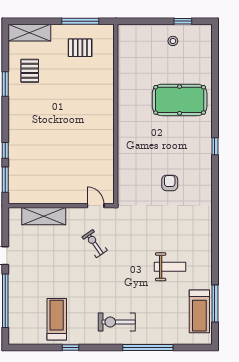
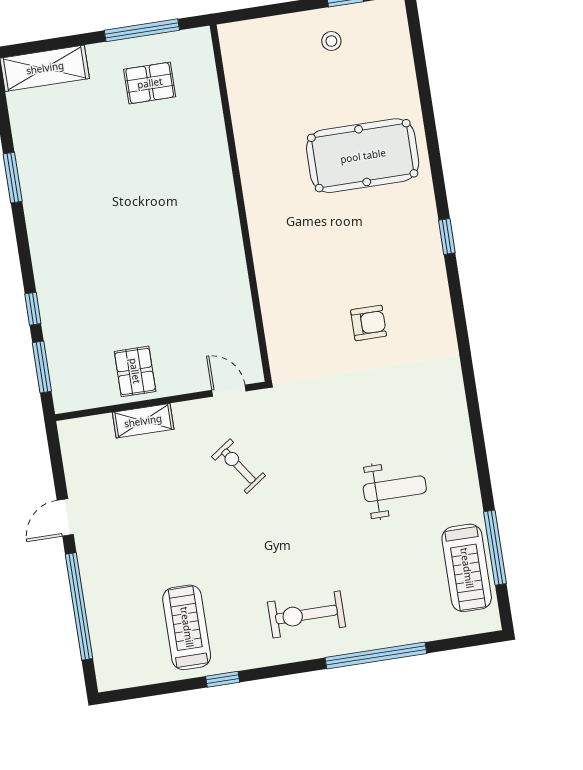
pallet: (30, 71) -> (135, 371), moved
armchair: (170, 183) -> (369, 323), turned 90
shelving: (44, 216) -> (143, 421), width x0.67, depth x0.75

